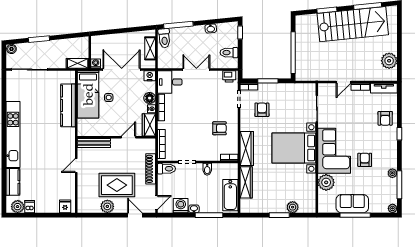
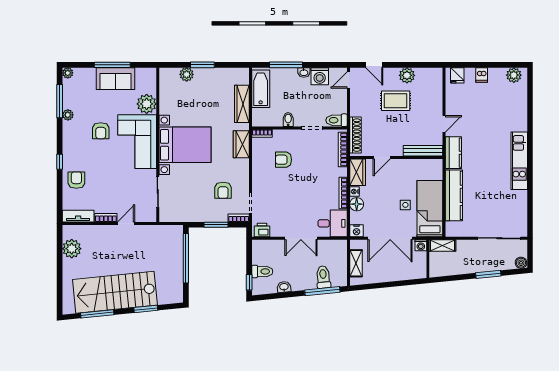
toilet: (164, 38) -> (323, 277), moved
toilet: (229, 53) -> (262, 271), moved
armchair: (219, 128) -> (284, 160), moved
kitchen unit: (13, 135) -> (519, 161), width x0.73
wardrobe: (247, 149) -> (241, 144), width x0.67
shoe rack: (151, 169) -> (355, 135), moved
kitchen counter: (13, 182) -> (453, 153), moved, turned 180
rug: (117, 185) -> (396, 101), width x0.73, depth x0.70
dishwasher: (30, 207) -> (482, 75), moved

